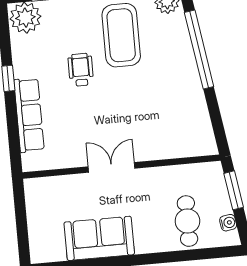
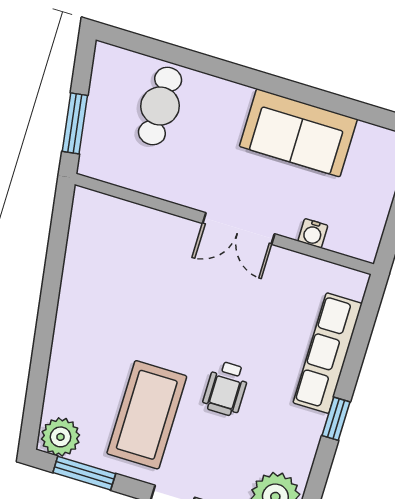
window: (199, 49) -> (42, 348), removed
water cooler: (228, 223) -> (313, 233), moved, turned -81

